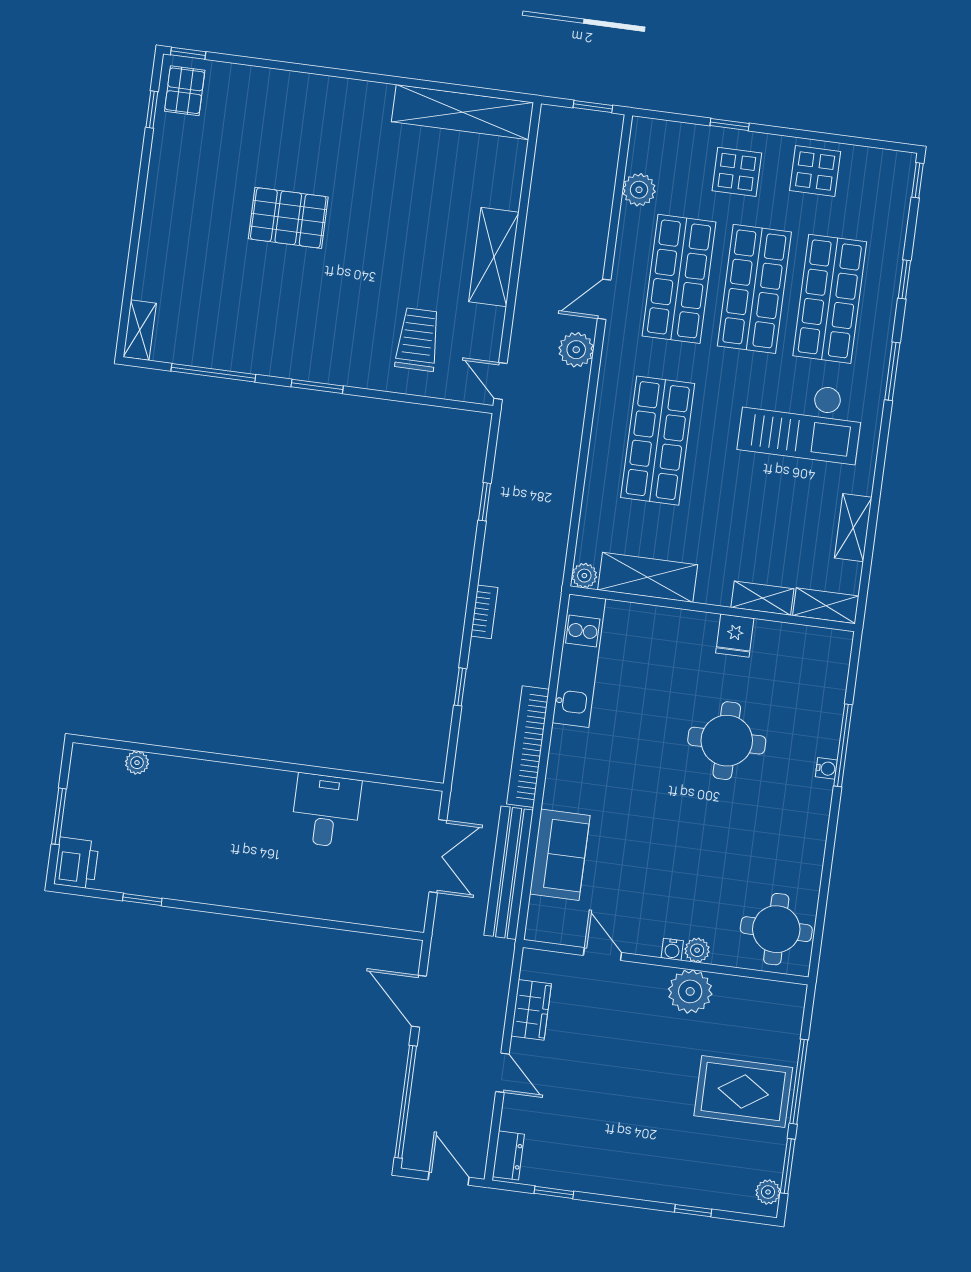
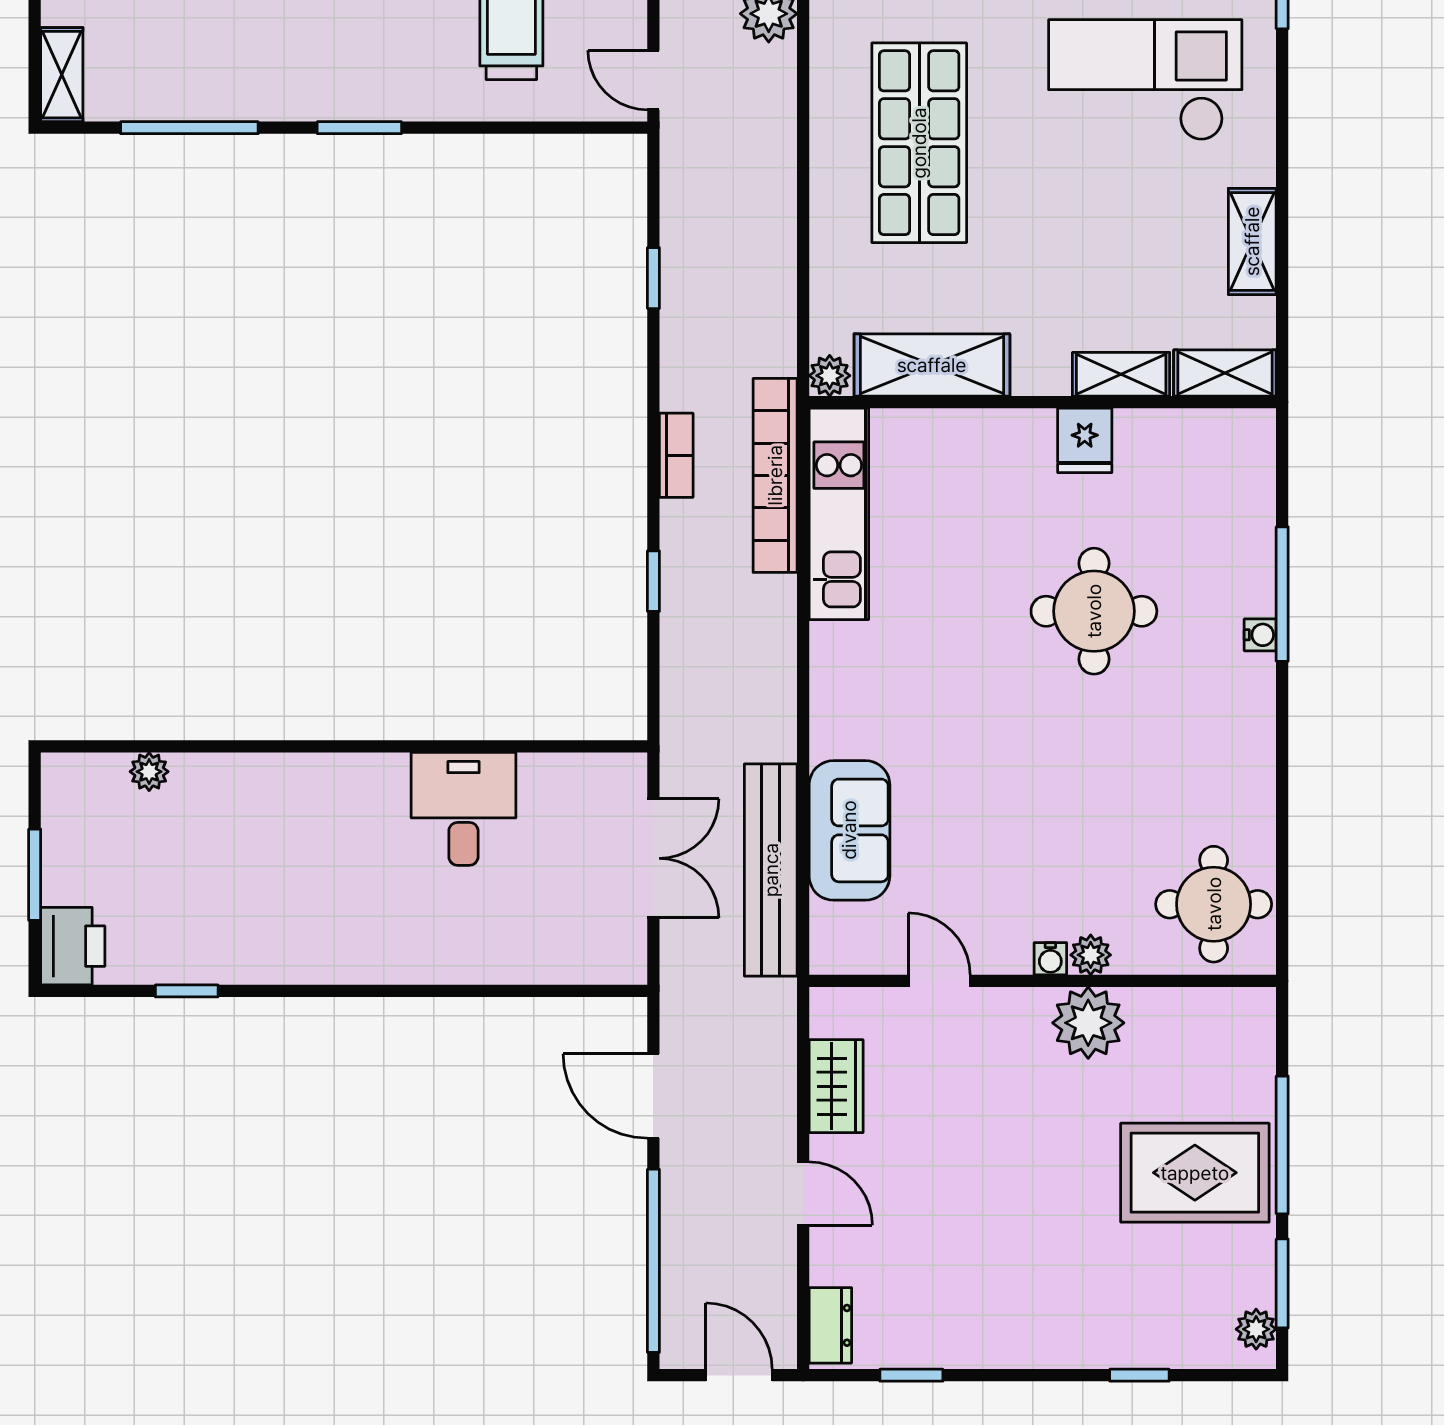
checkout: (801, 420) -> (1145, 80), turned 180
bookcase: (528, 747) -> (775, 475), moved

